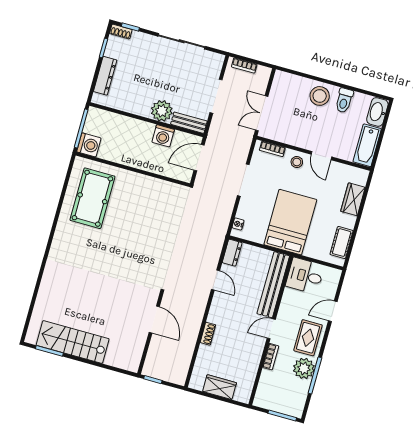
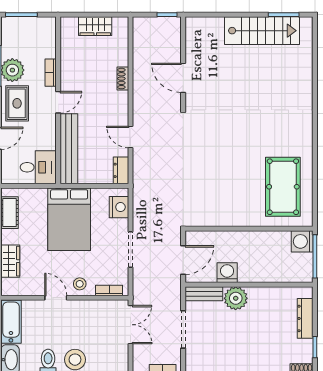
nightstand: (238, 224) -> (119, 207), width x1.89, depth x1.79

